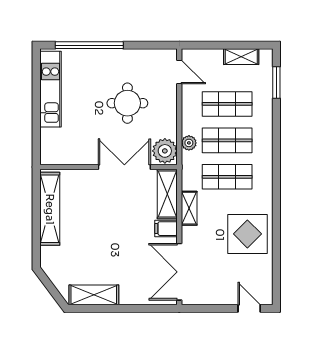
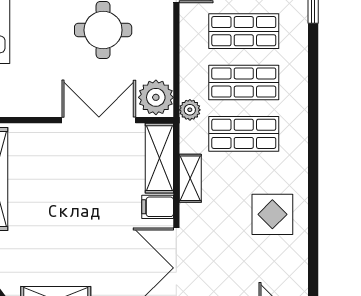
plant: (189, 143) -> (190, 110), moved
display table: (247, 234) -> (272, 214), width x0.73, depth x0.73

